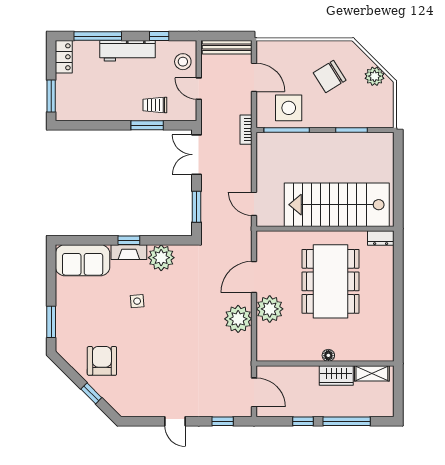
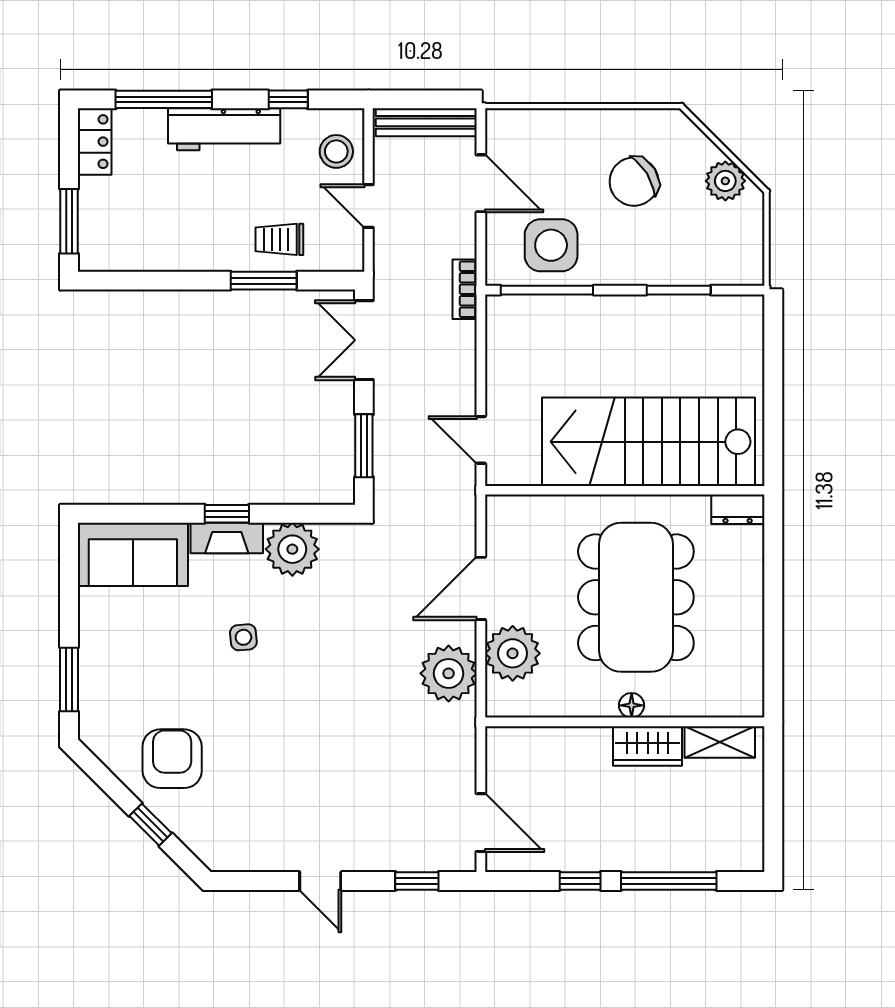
floor lamp: (328, 355) -> (632, 705), moved
wall: (325, 364) -> (625, 722), moved
shelving: (372, 373) -> (720, 742), moved
wardrobe: (336, 375) -> (648, 746), moved

